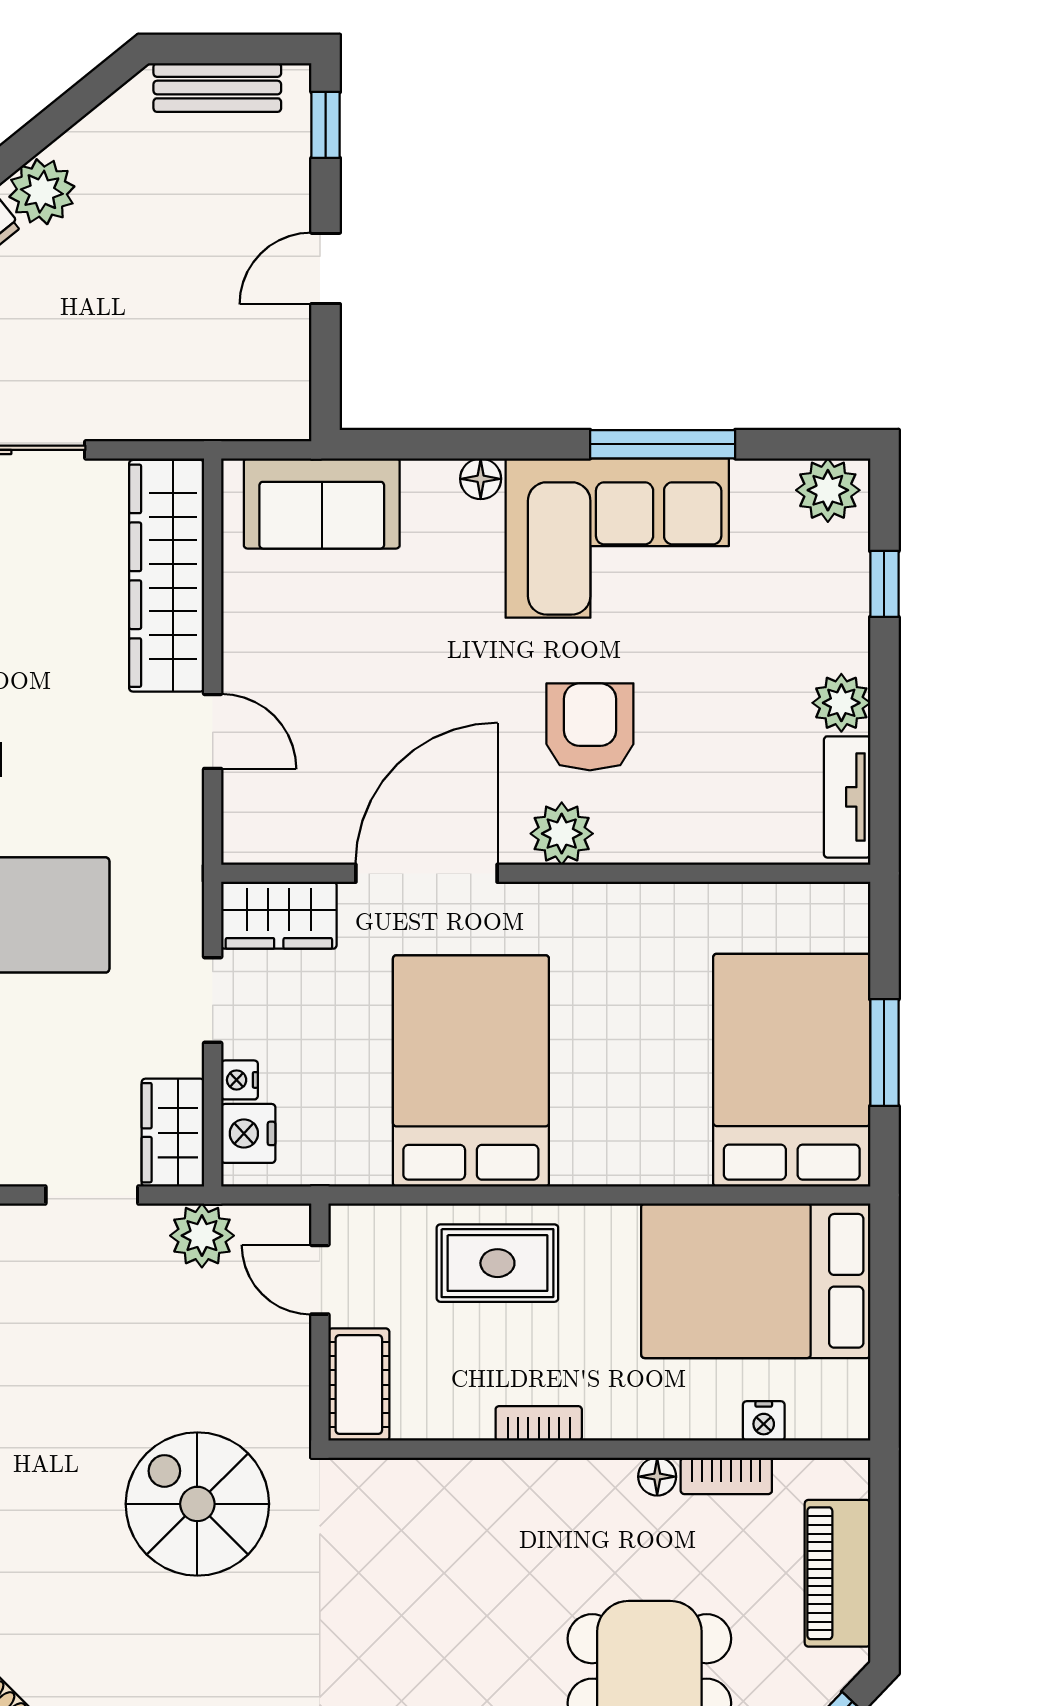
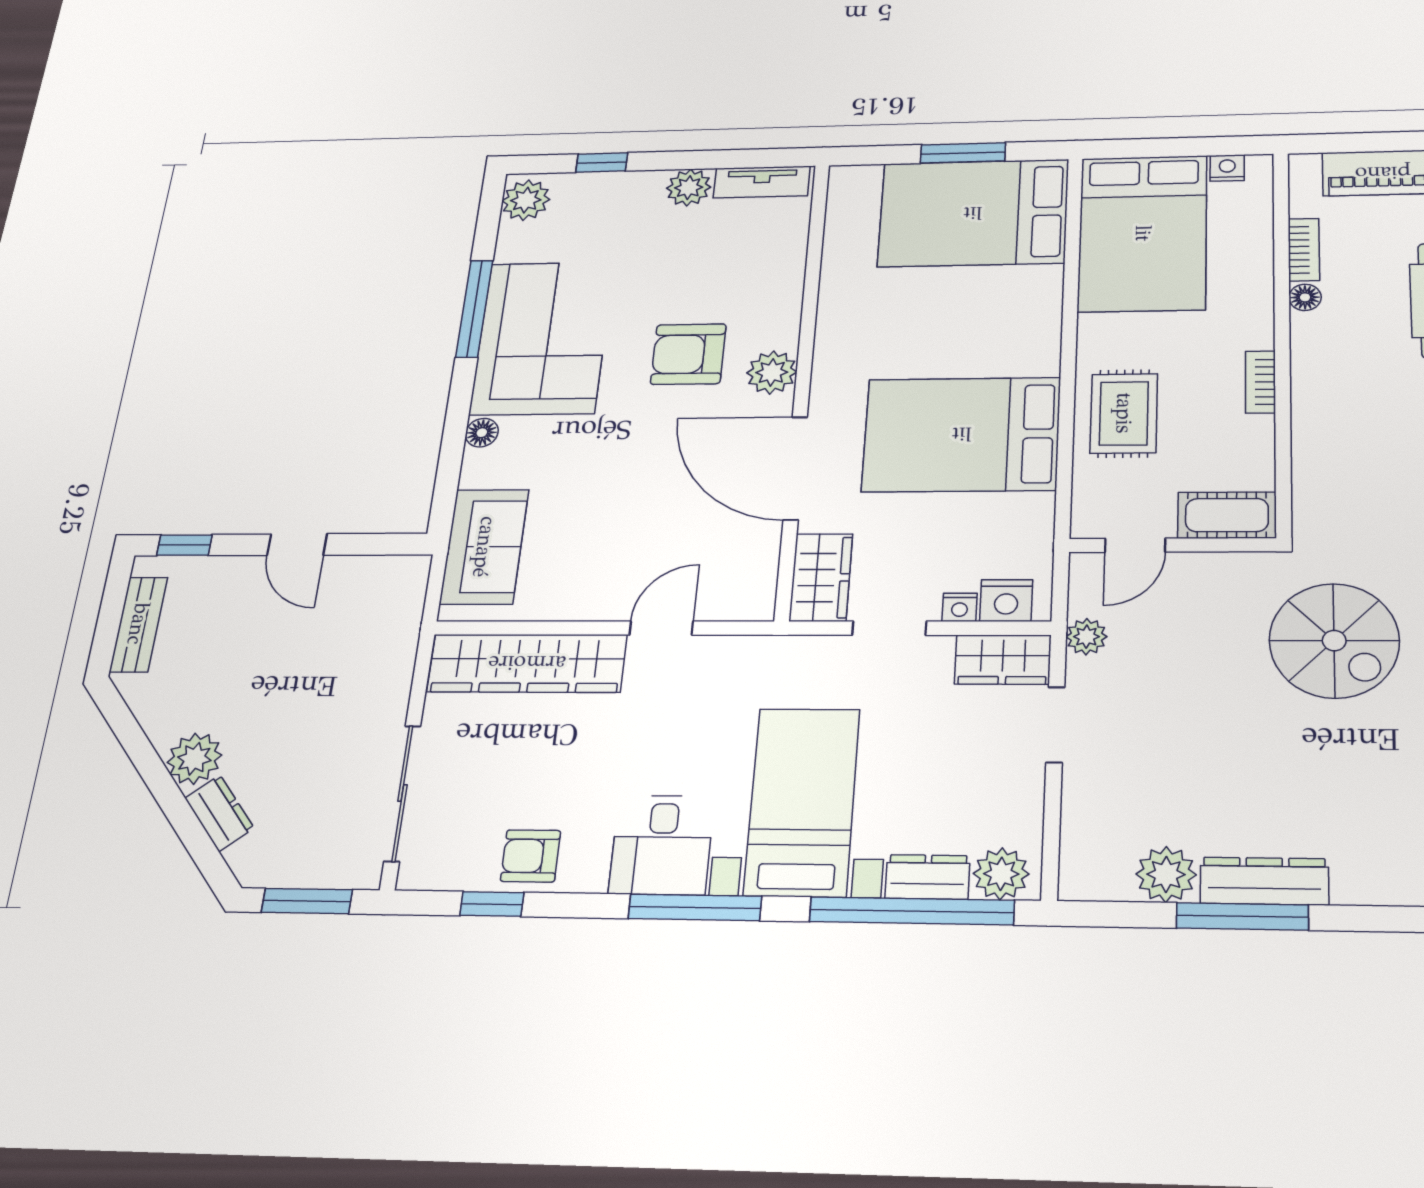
plant: (202, 1236) -> (1086, 637), width x0.73, depth x0.73
nightstand: (764, 1421) -> (1227, 168), moved, turned -90
spiral stairs: (197, 1504) -> (1334, 641), turned -90

